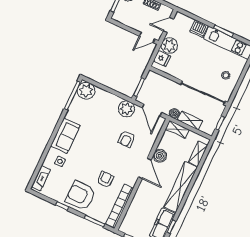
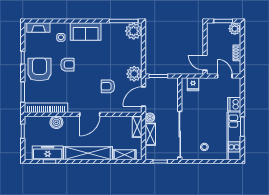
plant: (169, 46) -> (207, 85), removed
boiler: (160, 156) -> (56, 122), moved
armchair: (105, 179) -> (67, 65), moved

